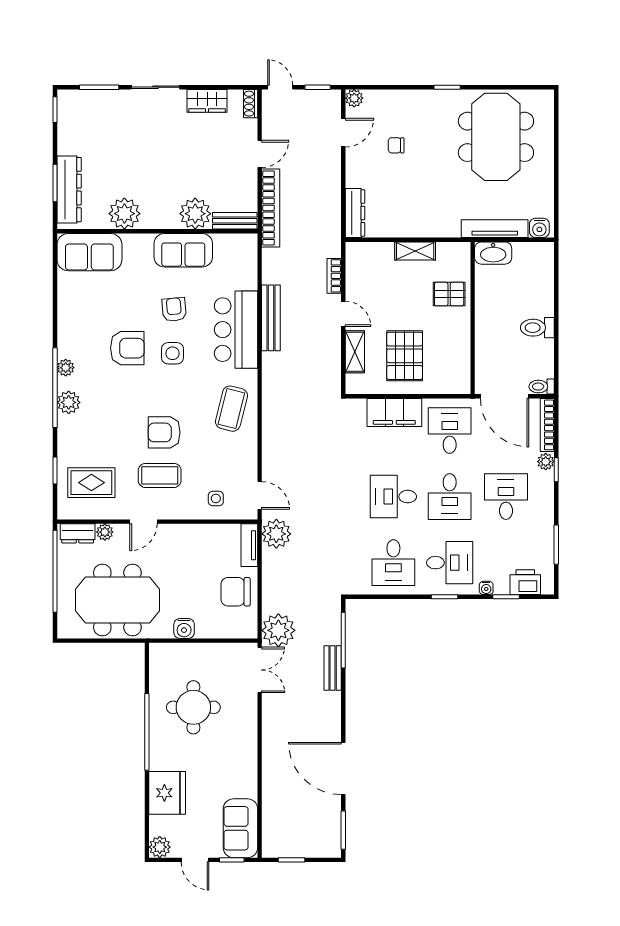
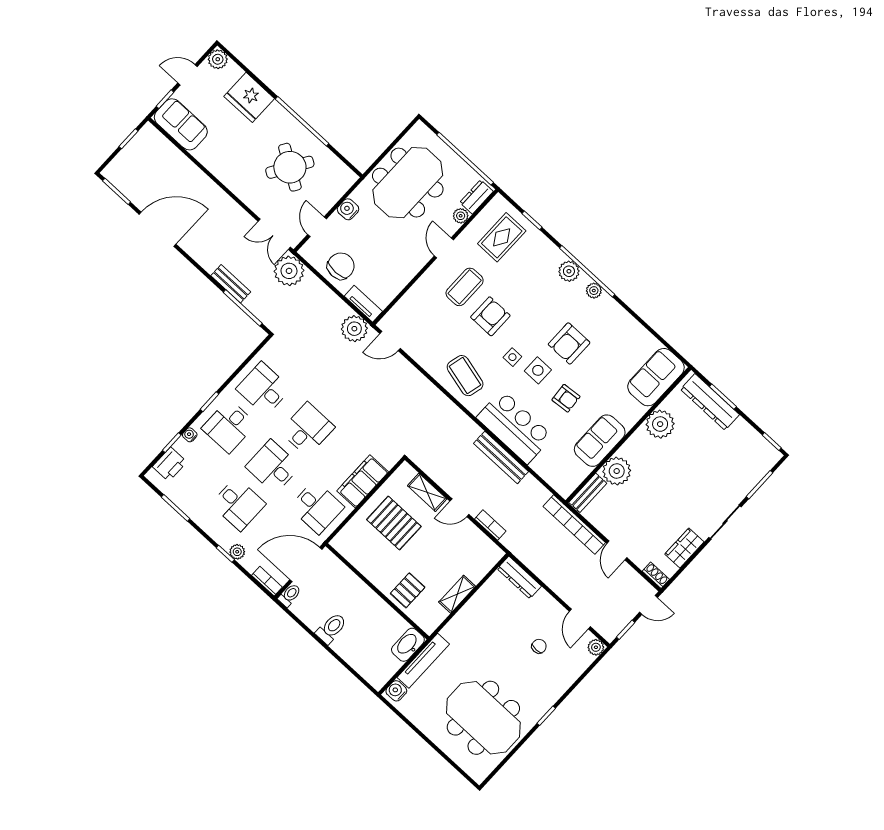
bookcase: (547, 425) -> (267, 581), width x0.64
side table: (216, 499) -> (512, 357), moved
door: (221, 641) -> (317, 227), added
round table: (193, 707) -> (290, 167), turned 32

